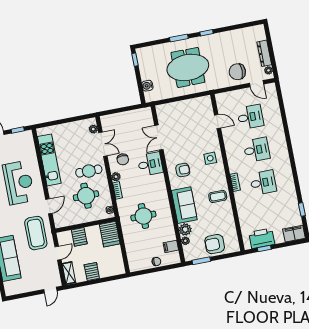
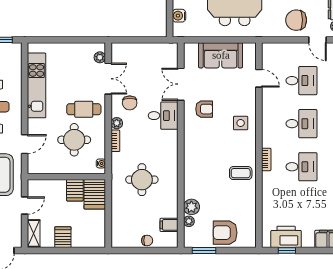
armchair: (183, 170) -> (204, 109), moved
sofa: (184, 205) -> (221, 55), moved, turned 90
server rack: (79, 237) -> (75, 190), moved

